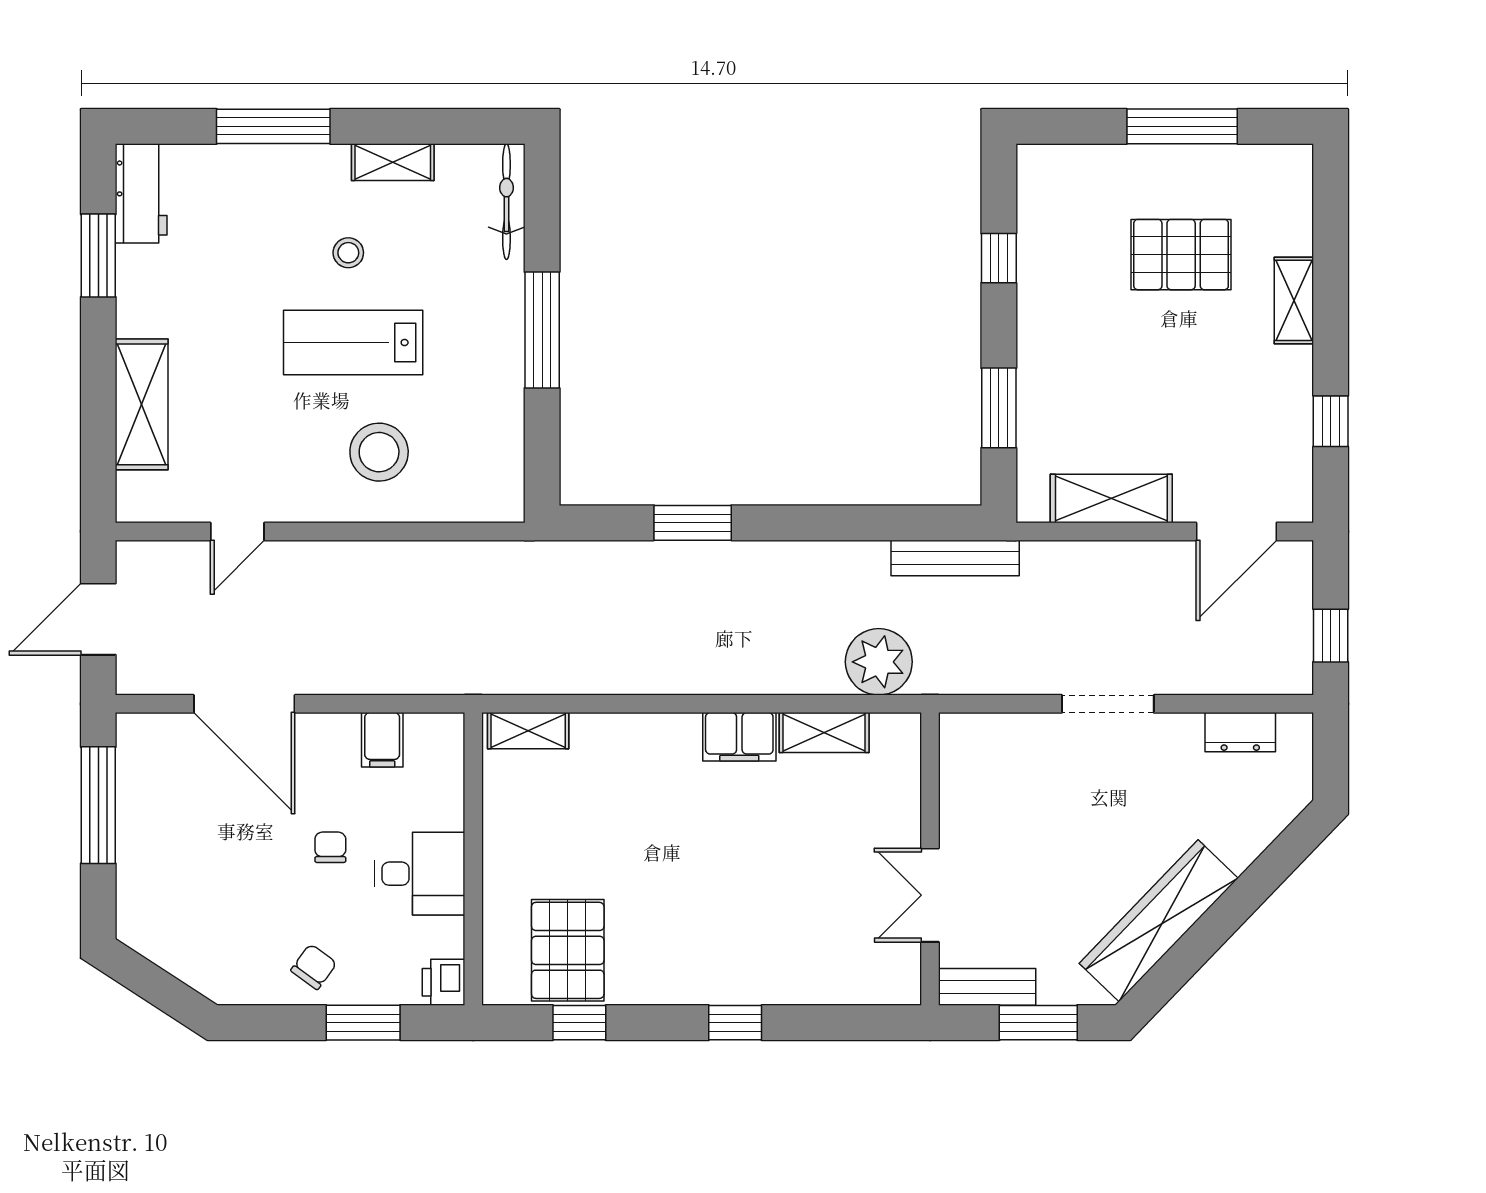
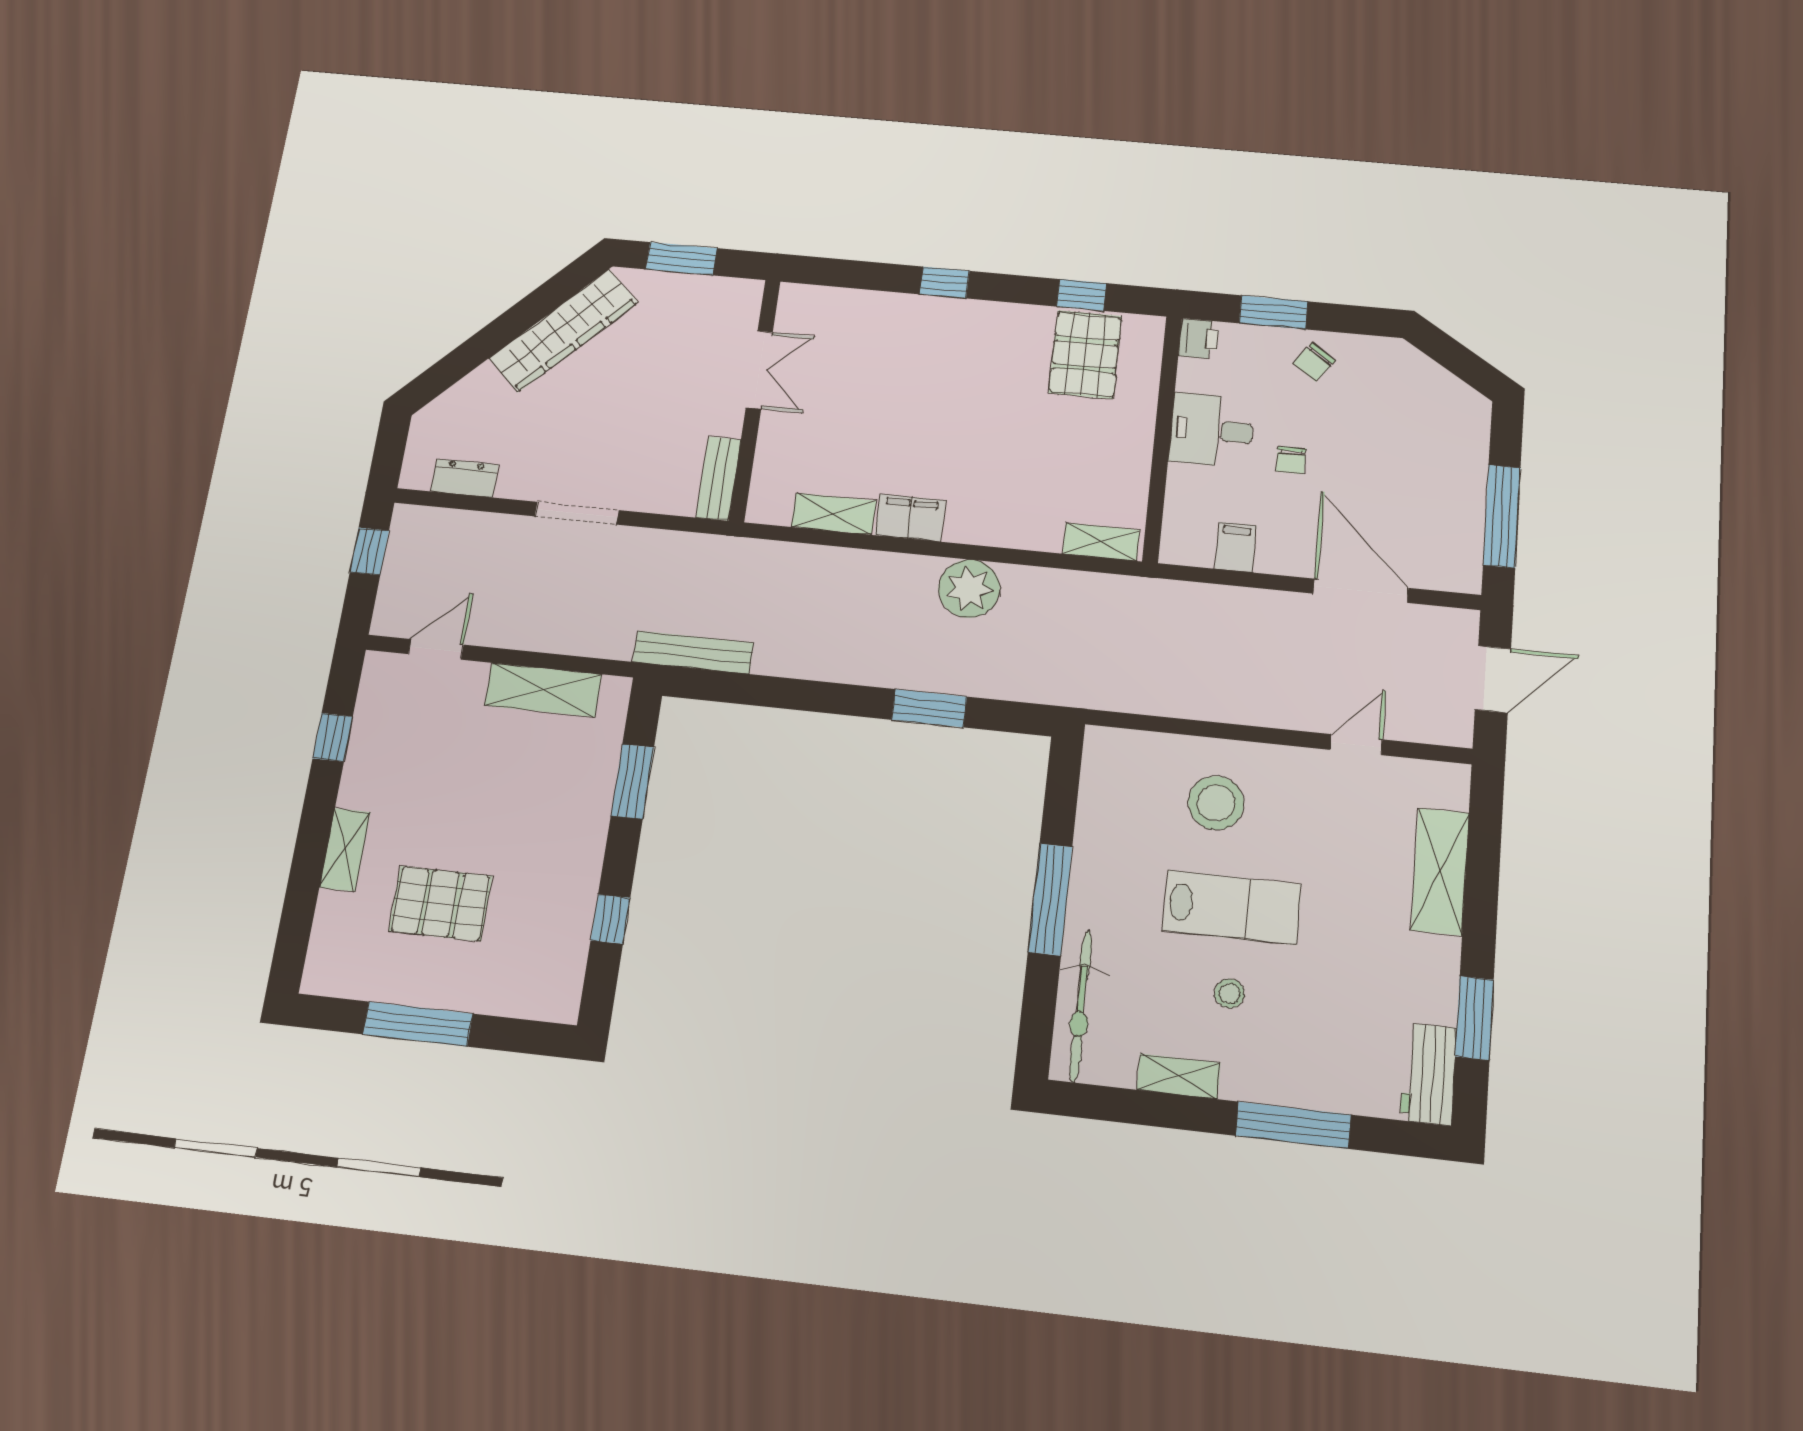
bicycle: (506, 202) -> (1081, 1006), width x1.37, depth x1.40
door: (1236, 531) -> (436, 649), width x0.73
plant: (879, 662) -> (969, 589), moved
bench: (987, 987) -> (718, 478), moved, turned 90

